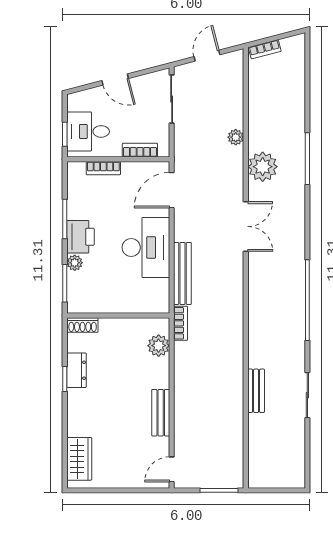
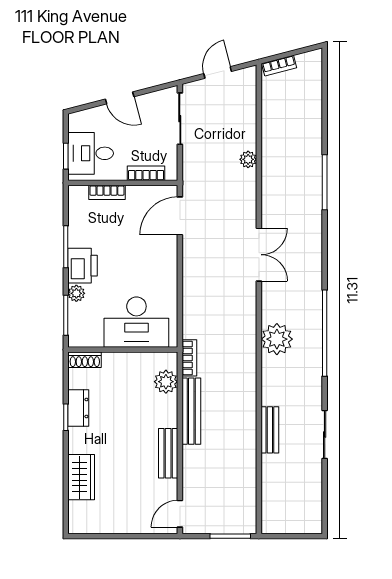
plant: (263, 167) -> (277, 339), moved
desk: (146, 247) -> (136, 322), moved, turned 90
bench: (182, 273) -> (191, 411), moved
wardrobe: (79, 459) -> (81, 477), moved

